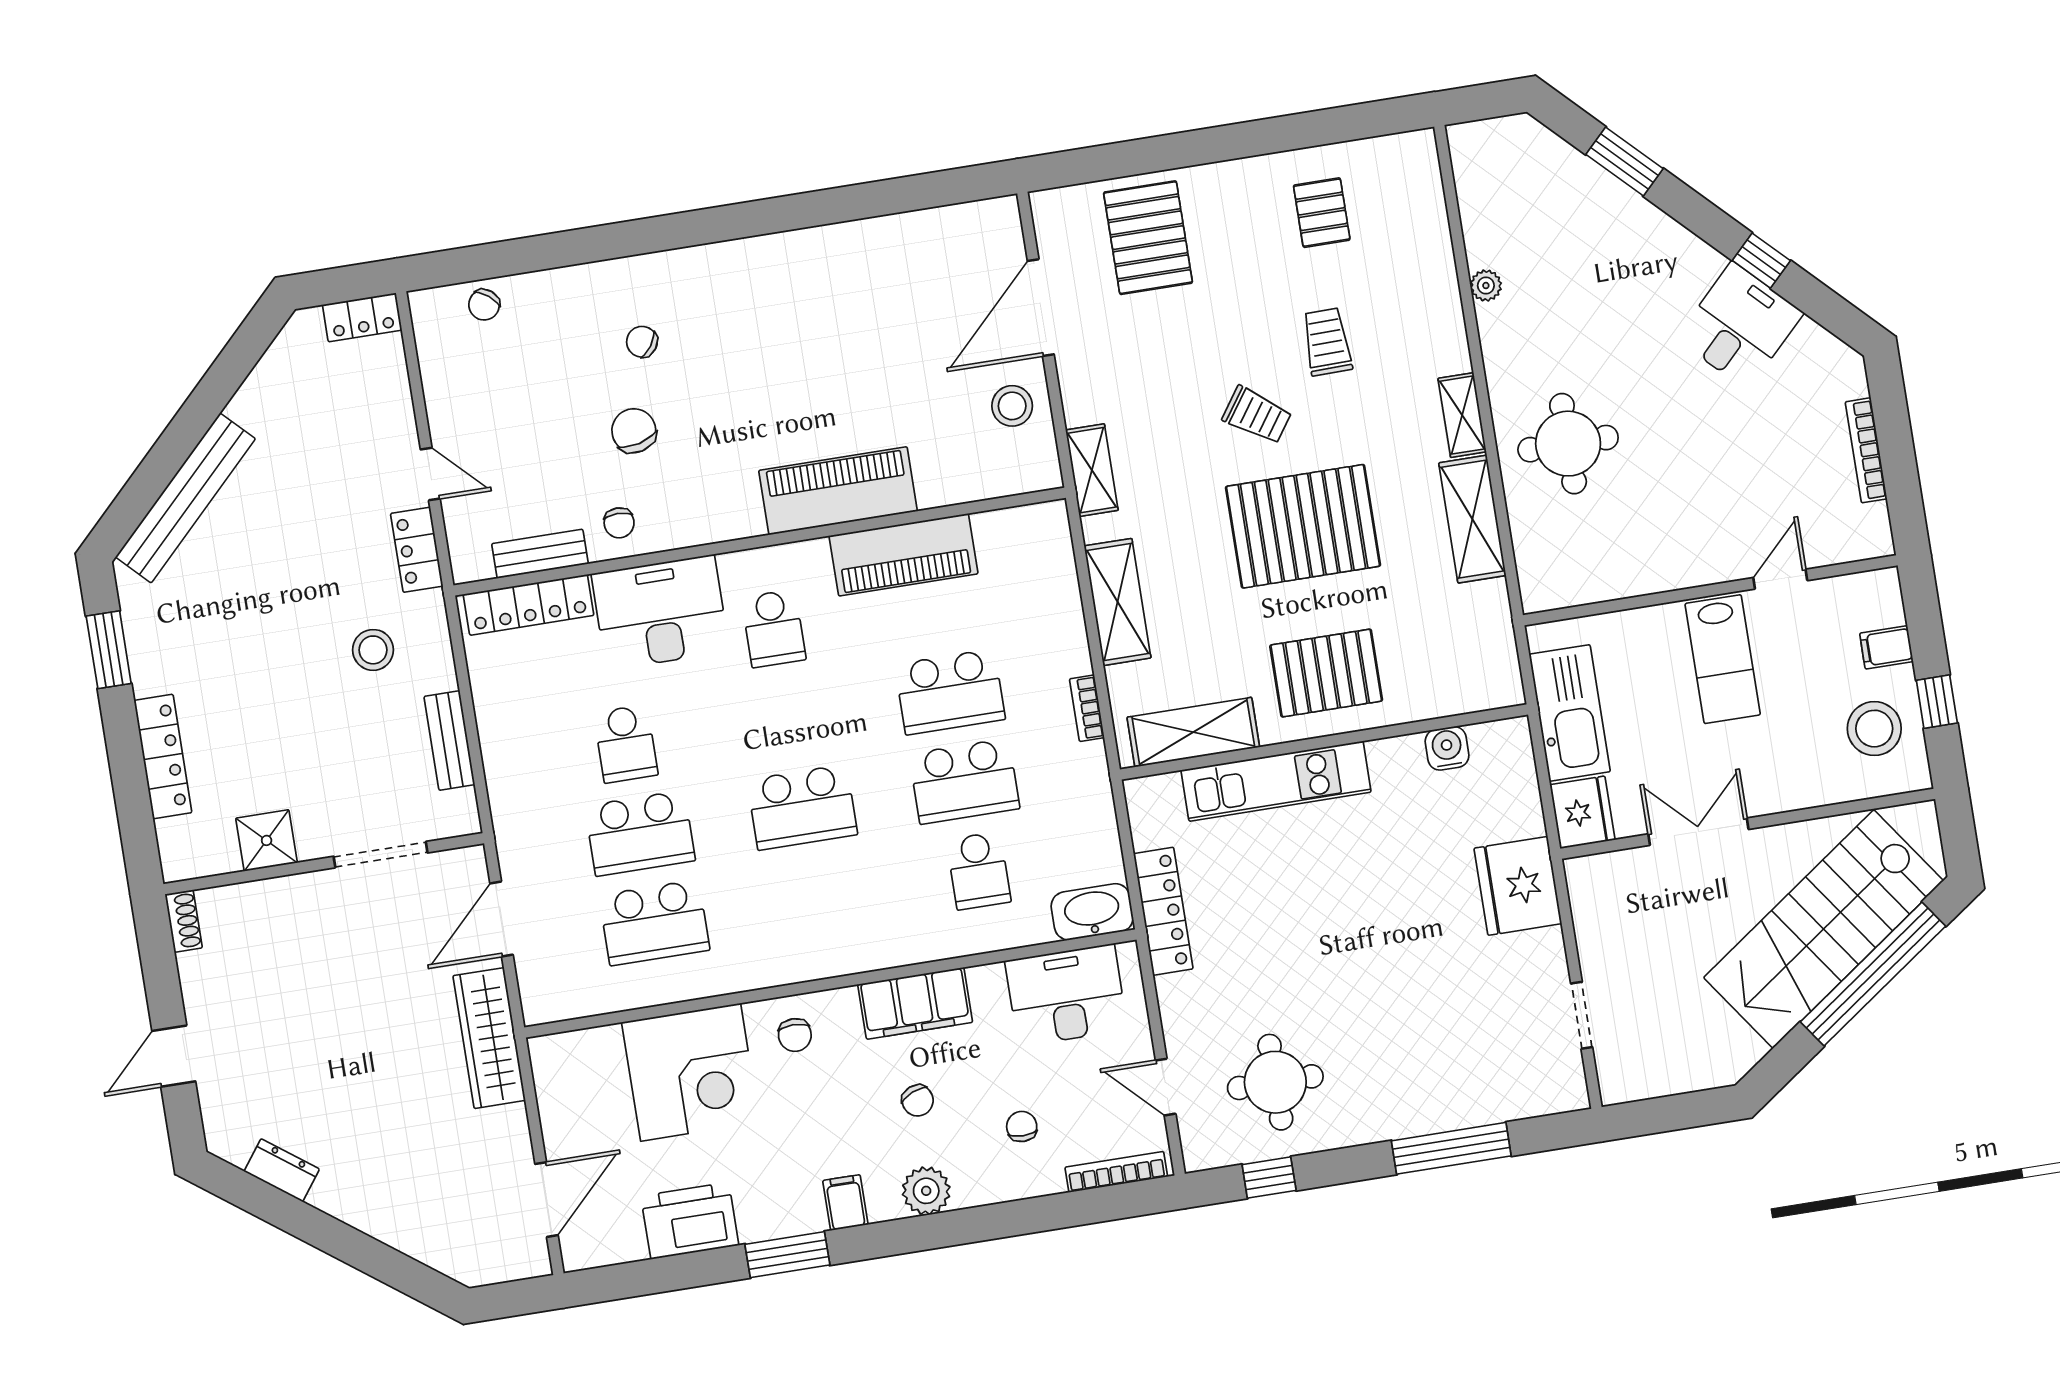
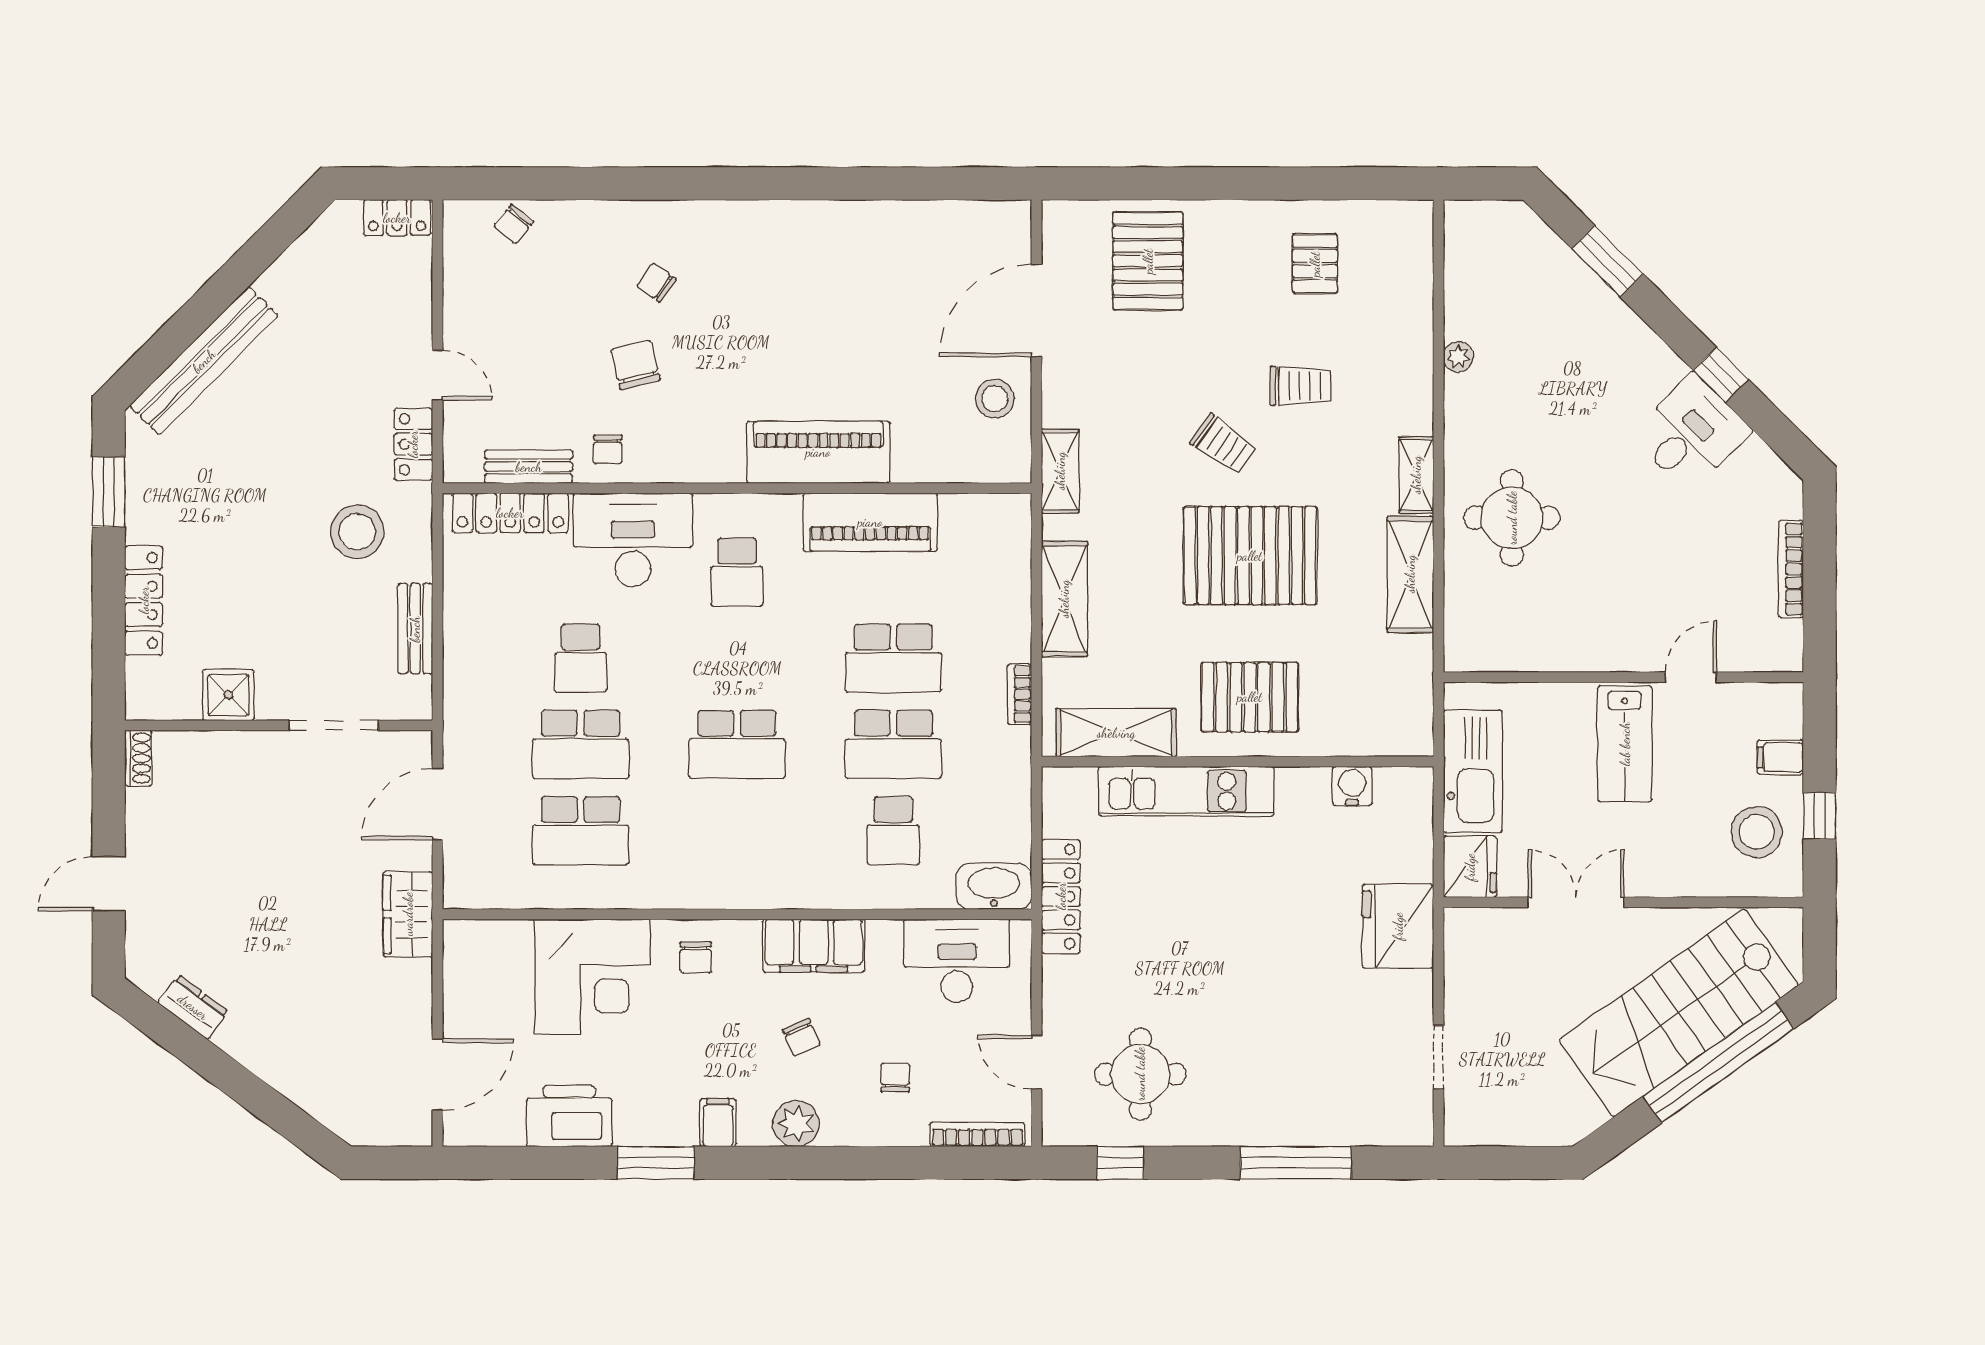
trolley: (1327, 342) -> (1300, 386), turned 91
stool: (373, 650) -> (357, 532), width x1.38, depth x1.38
wardrobe: (489, 1038) -> (408, 914), width x0.67

